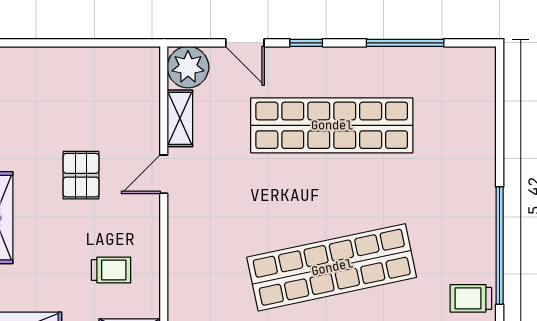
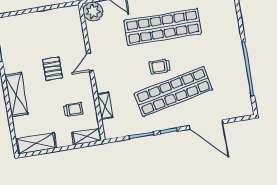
shelving: (180, 118) -> (105, 106), moved
trolley: (471, 298) -> (160, 67), moved

